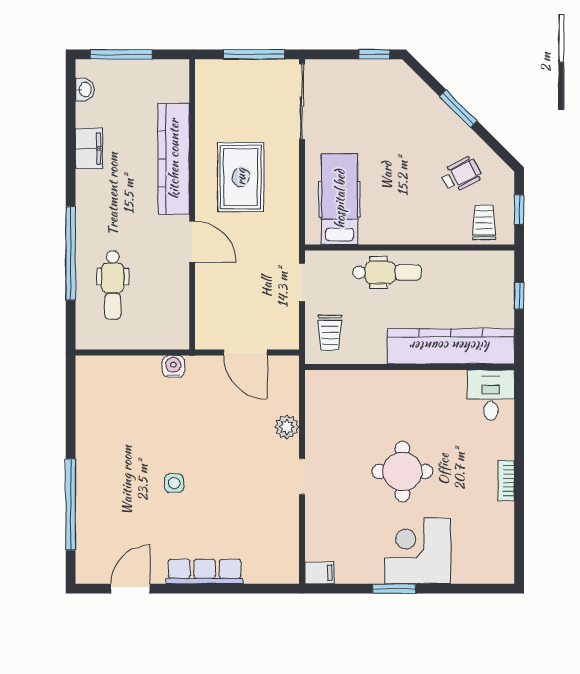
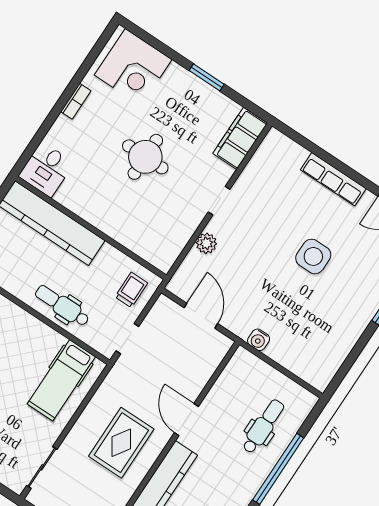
sliding door: (302, 102) -> (42, 467), width x0.73
side table: (174, 483) -> (313, 256), width x1.87, depth x1.87
corner desk: (418, 551) -> (133, 67), moved
filing cabinet: (319, 573) -> (240, 138), width x3.00, depth x1.17

